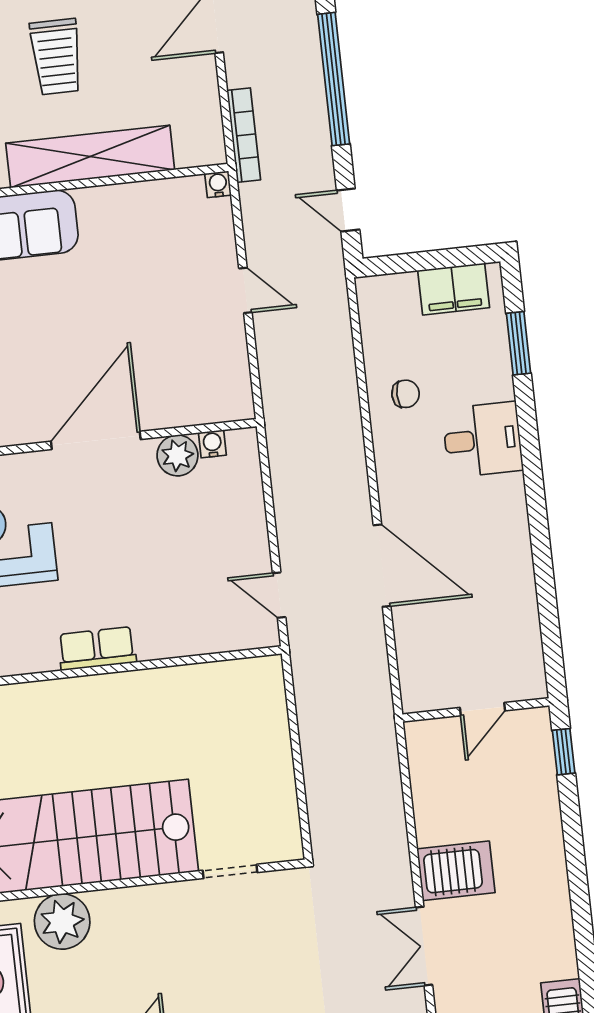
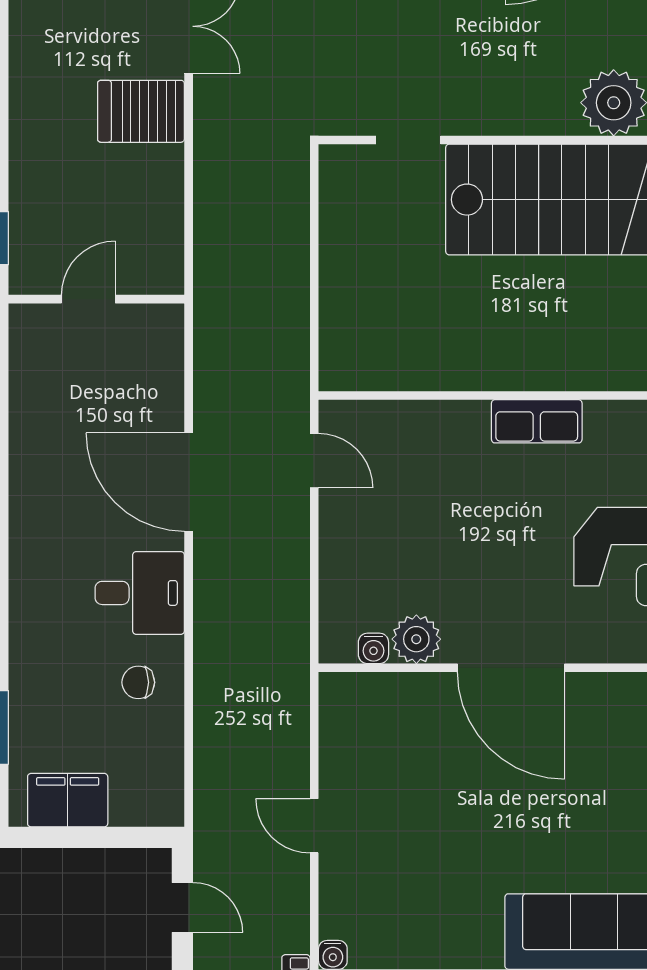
door: (96, 440) -> (511, 668), hinge flipped
desk: (483, 440) -> (140, 593), moved, turned 180

